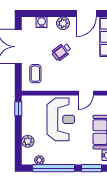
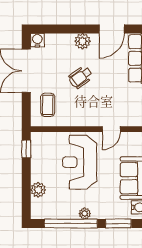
water cooler: (42, 22) -> (37, 40), moved
reception desk: (61, 119) -> (80, 162), turned 180
plant: (39, 160) -> (85, 213), moved

